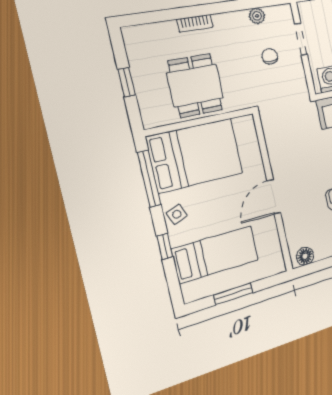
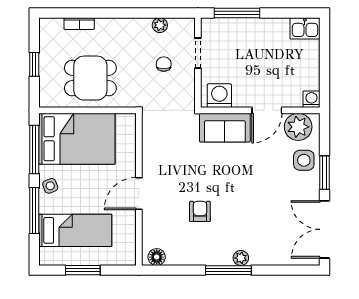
bookcase: (195, 23) -> (79, 24), moved
dining table: (195, 86) -> (90, 78), turned 90
window: (165, 246) -> (34, 210), width x2.17

